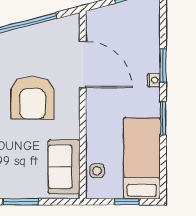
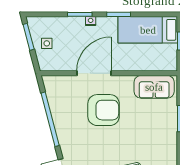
door: (83, 65) -> (94, 73), moved
side table: (97, 171) -> (47, 43), moved

